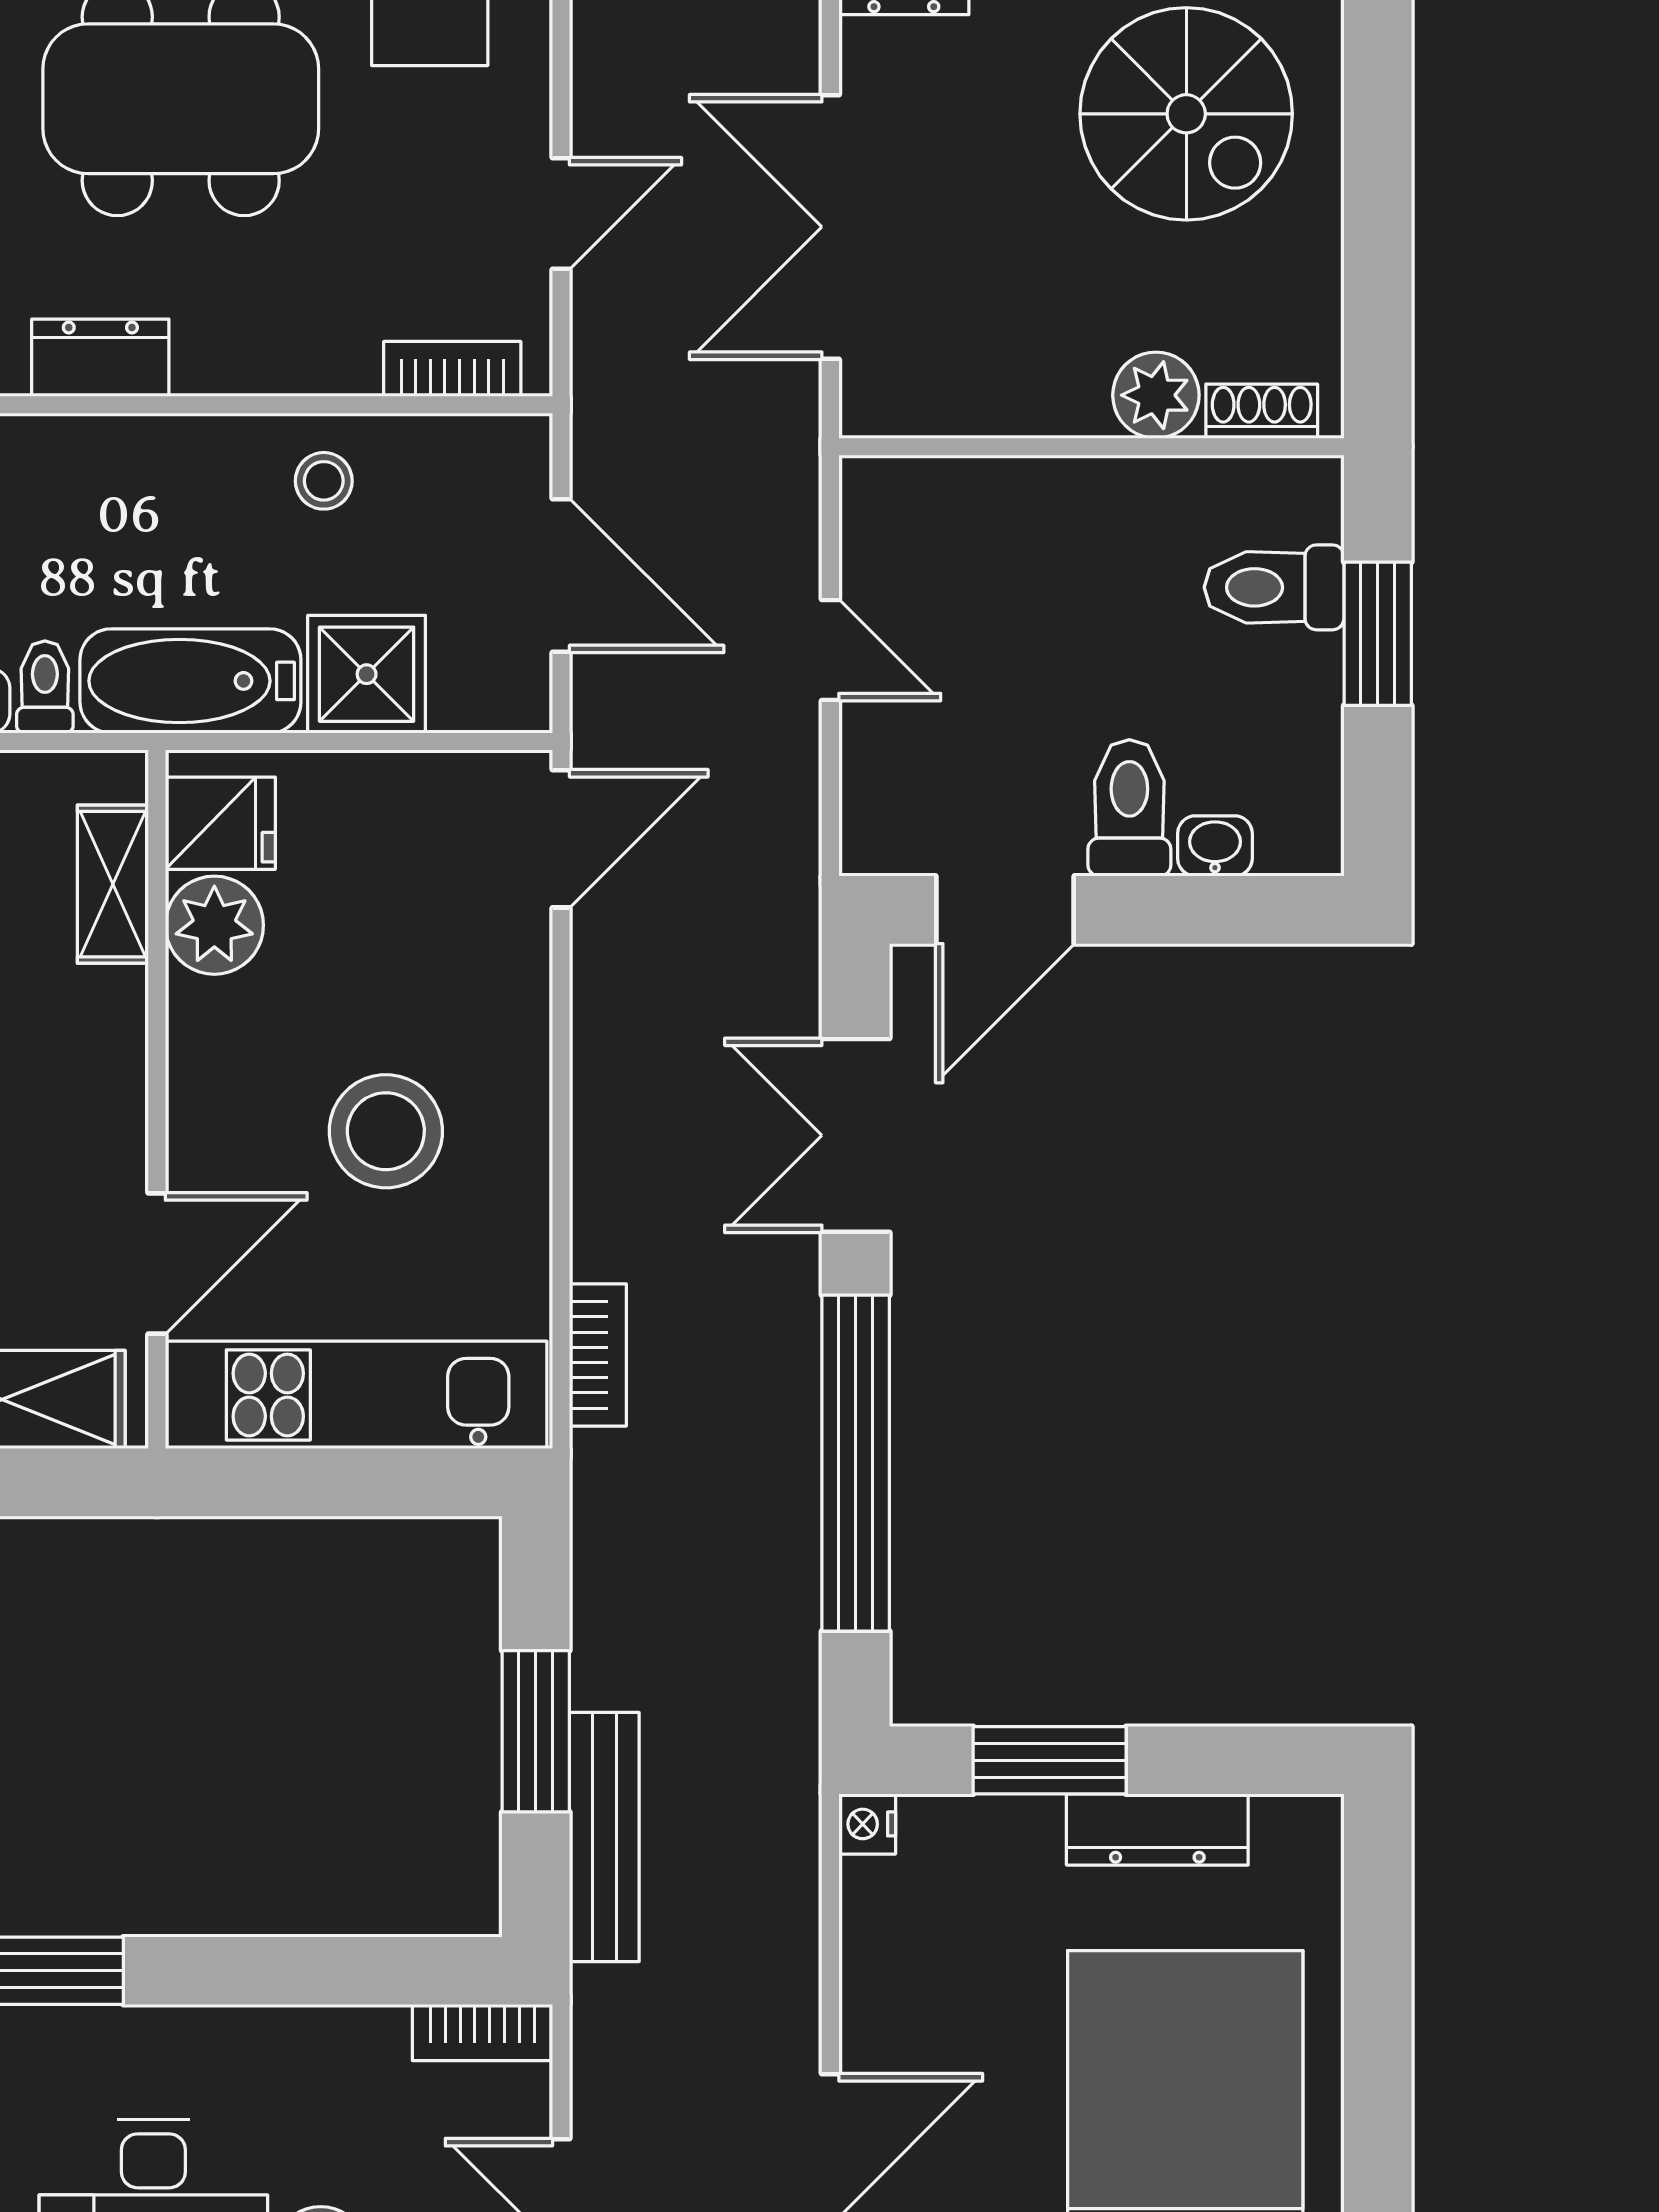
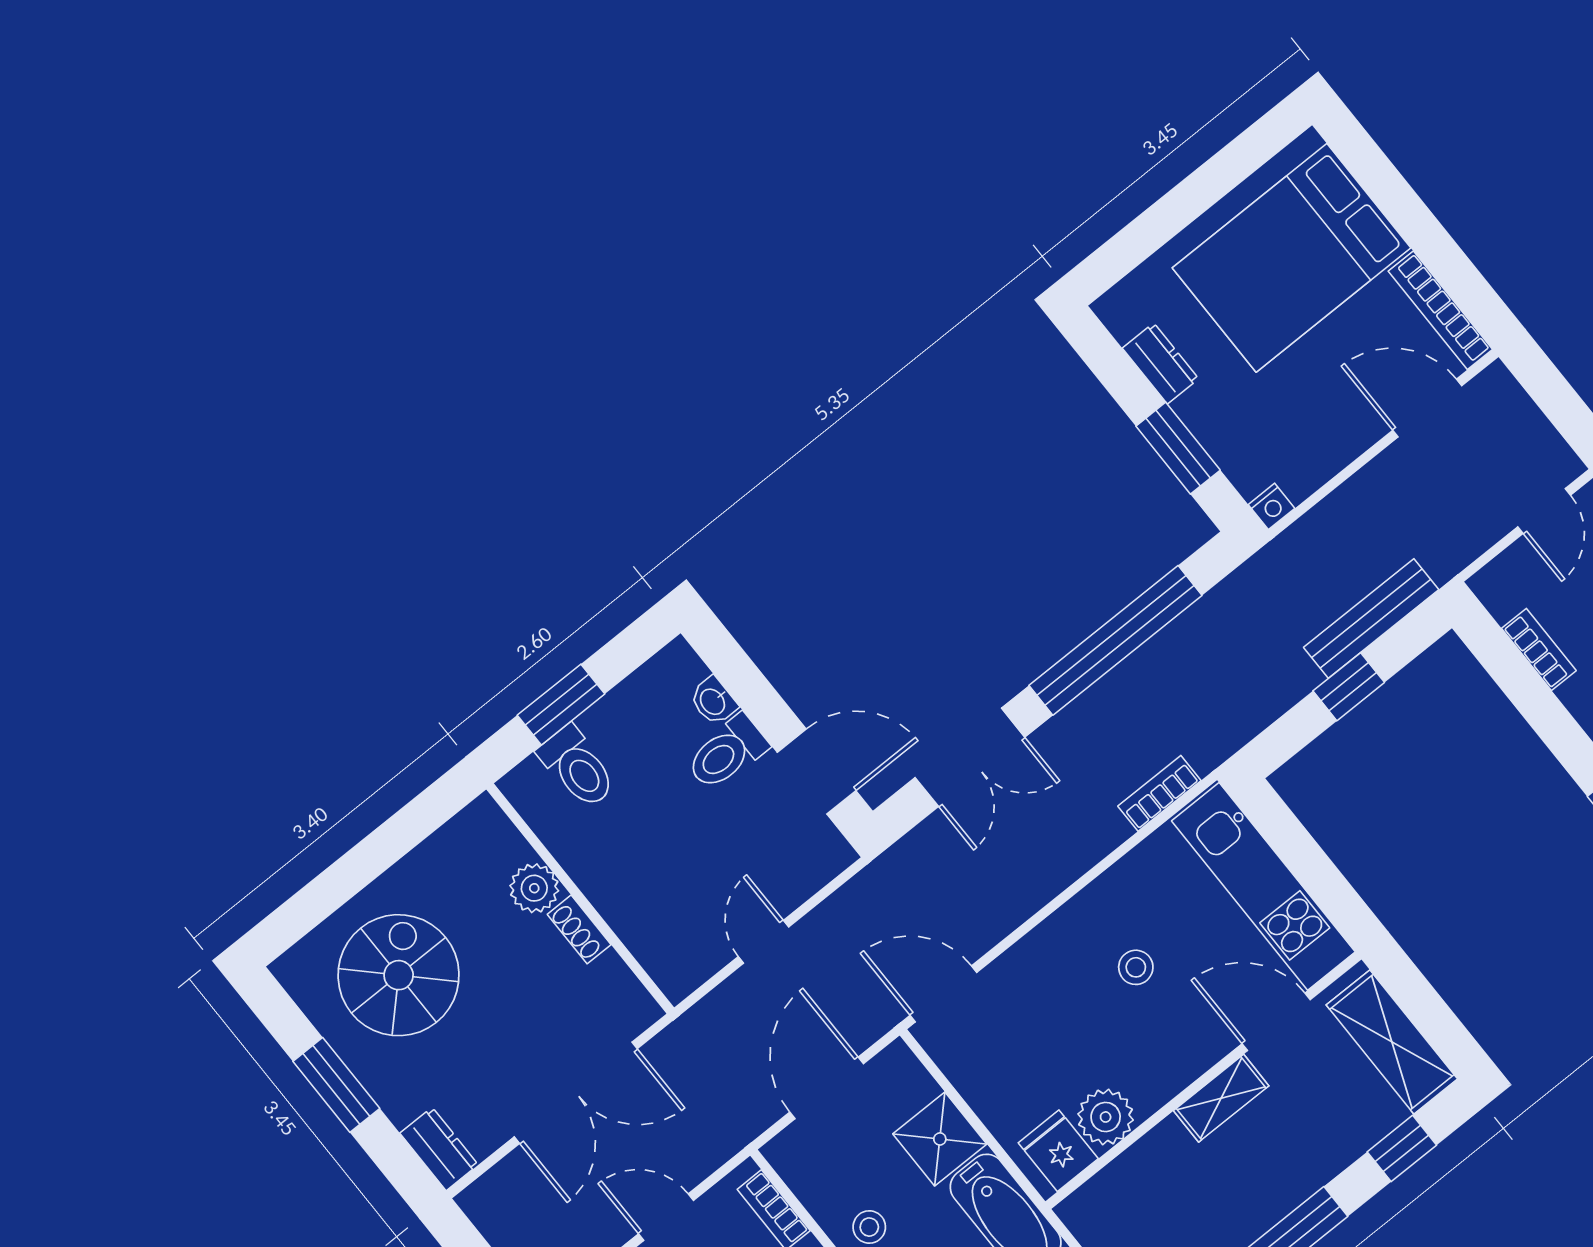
shoe rack: (1262, 411) -> (579, 929), moved
shelving: (113, 884) -> (1221, 1098), moved
stool: (386, 1131) -> (1136, 967), width x0.53, depth x0.53
window: (536, 1731) -> (1349, 687), width x0.67
dresser: (1157, 1830) -> (1161, 363), width x0.70
bookcase: (482, 2032) -> (1539, 649), moved

